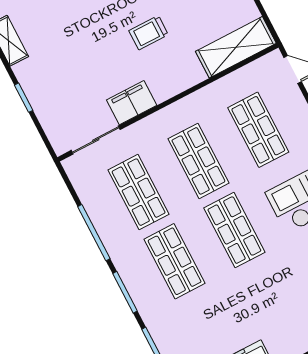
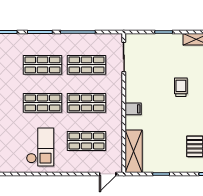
trolley: (149, 33) -> (181, 87), moved
filing cabinet: (132, 103) -> (133, 109), moved, width x0.50

